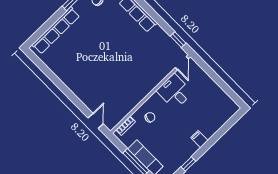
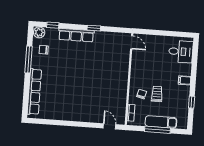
window: (178, 40) -> (94, 28), moved
desk: (175, 92) -> (181, 52), moved, turned 180
trolley: (164, 129) -> (157, 94), added

